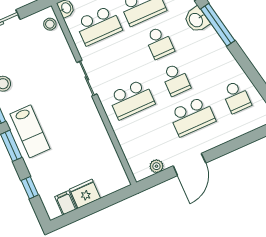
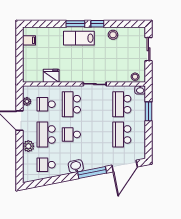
washbasin: (196, 20) -> (76, 166), moved
school desk: (159, 43) -> (46, 104), moved
plant: (221, 135) -> (28, 146), added
window: (30, 188) -> (47, 24), removed
fridge: (85, 194) -> (51, 76), moved, turned -90

